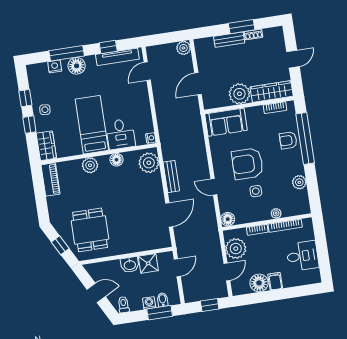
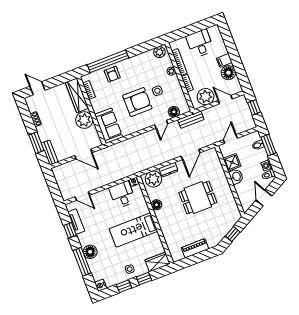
window: (242, 27) -> (36, 143), moved
bench: (229, 40) -> (50, 153), moved
plant: (183, 48) -> (58, 172), removed
tv unit: (117, 57) -> (76, 222), width x0.71
door: (293, 59) -> (37, 88), moved
nightstand: (55, 66) -> (101, 285), moved
desk: (120, 134) -> (122, 195), moved, turned -90
armchair: (247, 164) -> (137, 102), turned -90
plant: (90, 165) -> (165, 224), removed
bench: (171, 176) -> (191, 120), moved
piano: (50, 179) -> (195, 248), moved
plant: (299, 182) -> (159, 52), moved
dresser: (156, 184) -> (169, 170), added
door: (169, 215) -> (191, 154), swing flipped
floor lamp: (228, 219) -> (174, 112), moved
dining table: (90, 230) -> (198, 198), moved
door: (177, 268) -> (230, 139), hinge flipped
washing machine: (149, 303) -> (267, 165), moved

